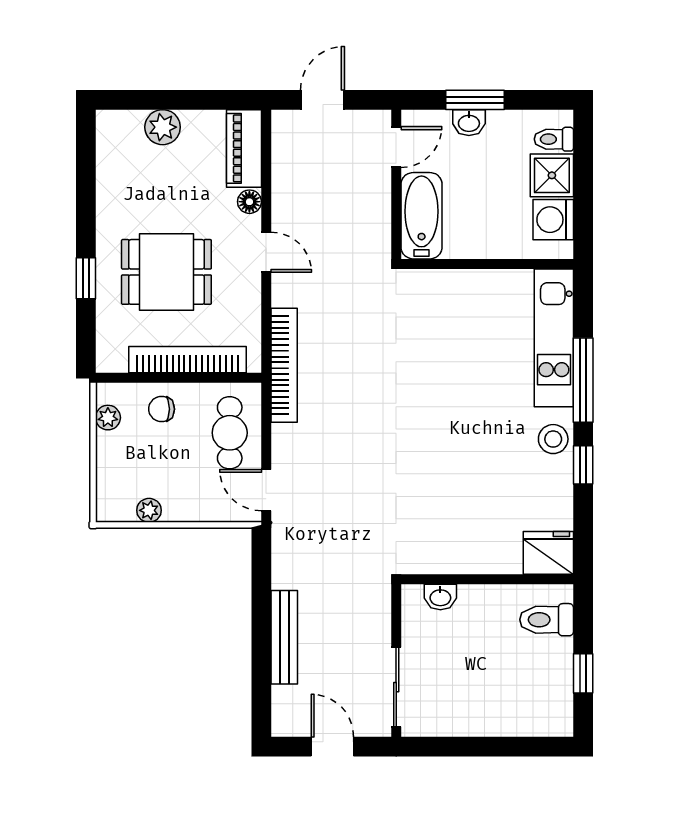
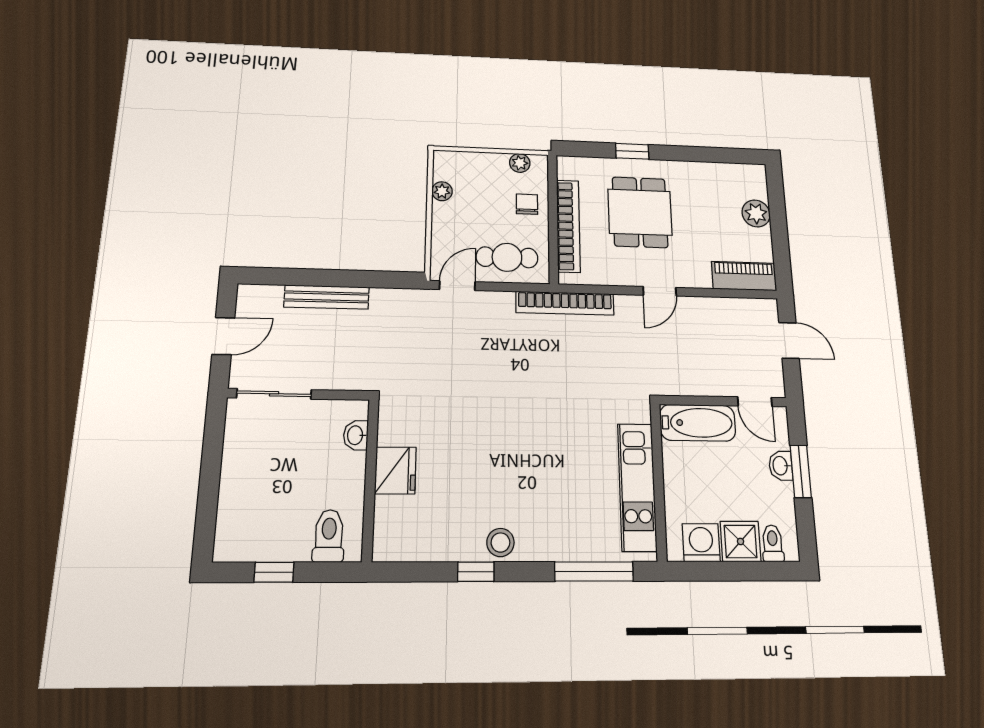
floor lamp: (249, 202) -> (701, 279), removed
kitchen unit: (554, 338) -> (637, 487), moved, turned -90
window: (583, 380) -> (594, 571), moved
fridge: (548, 553) -> (395, 470), moved

